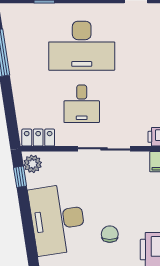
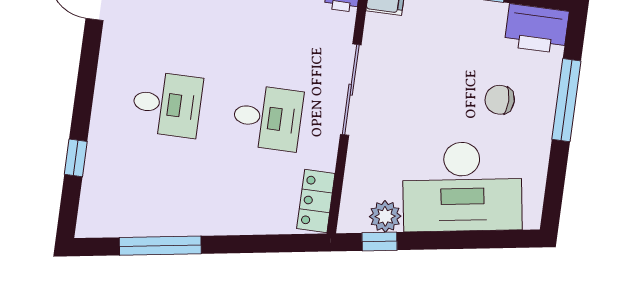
desk: (82, 46) -> (167, 104), width x0.53, depth x0.77
plant: (33, 164) -> (385, 216), moved

